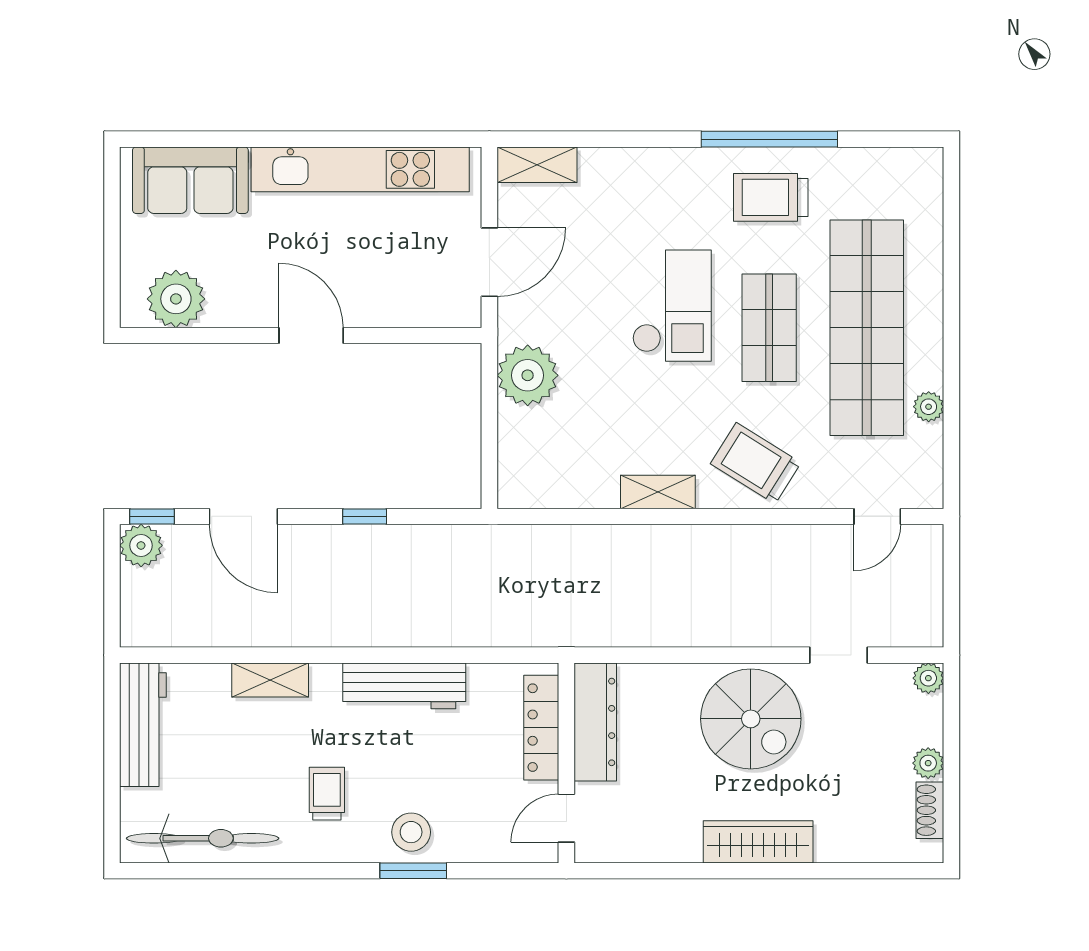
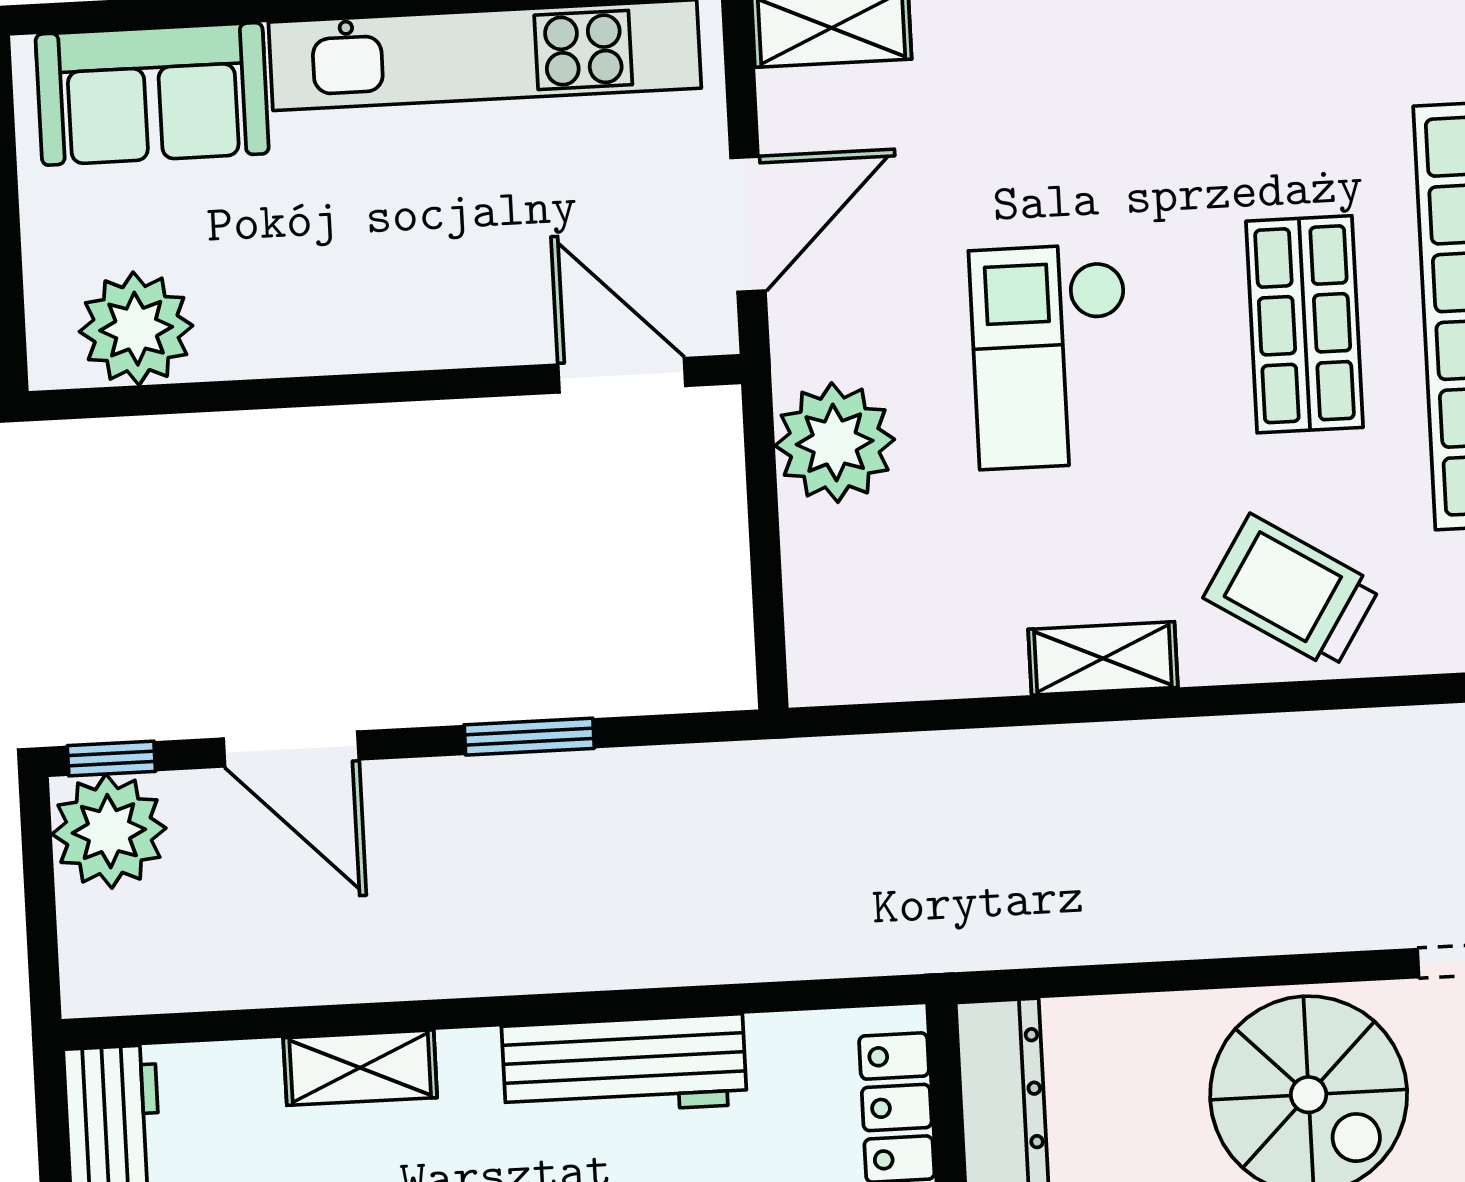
trolley: (771, 197) -> (1294, 68), removed
checkout: (672, 306) -> (1051, 356), moved, turned 180
door: (311, 335) -> (622, 375), moved
window: (365, 516) -> (529, 737), width x1.50
plant: (141, 545) -> (109, 831), width x1.36, depth x1.36

